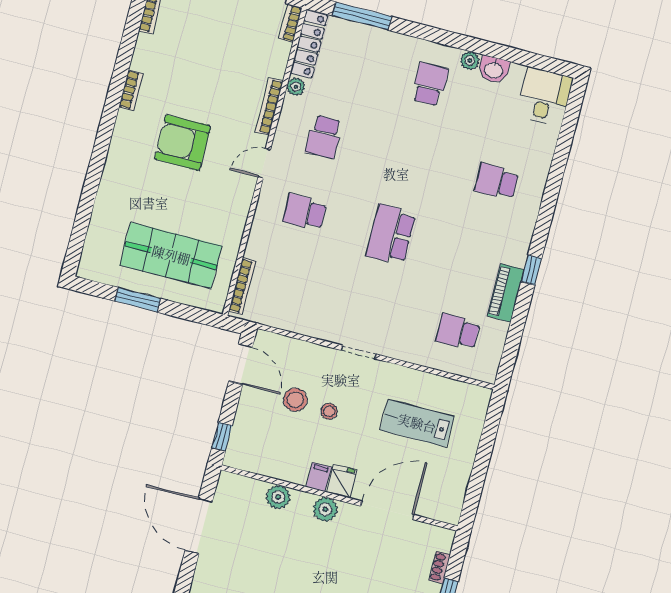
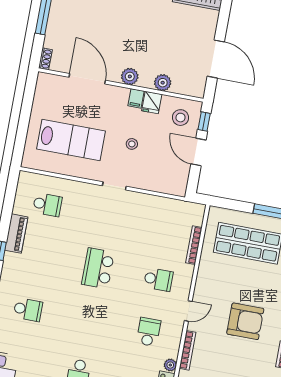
school desk: (391, 234) -> (98, 268), turned 180
bookcase: (242, 286) -> (194, 245), moved
door: (241, 364) -> (199, 152), moved
stool: (295, 400) -> (181, 118), moved
lab bench: (417, 423) -> (71, 140), width x1.36, depth x1.39
fridge: (342, 481) -> (152, 103), moved
door: (387, 510) -> (87, 79), swing flipped
shoe rack: (440, 567) -> (45, 59), moved

